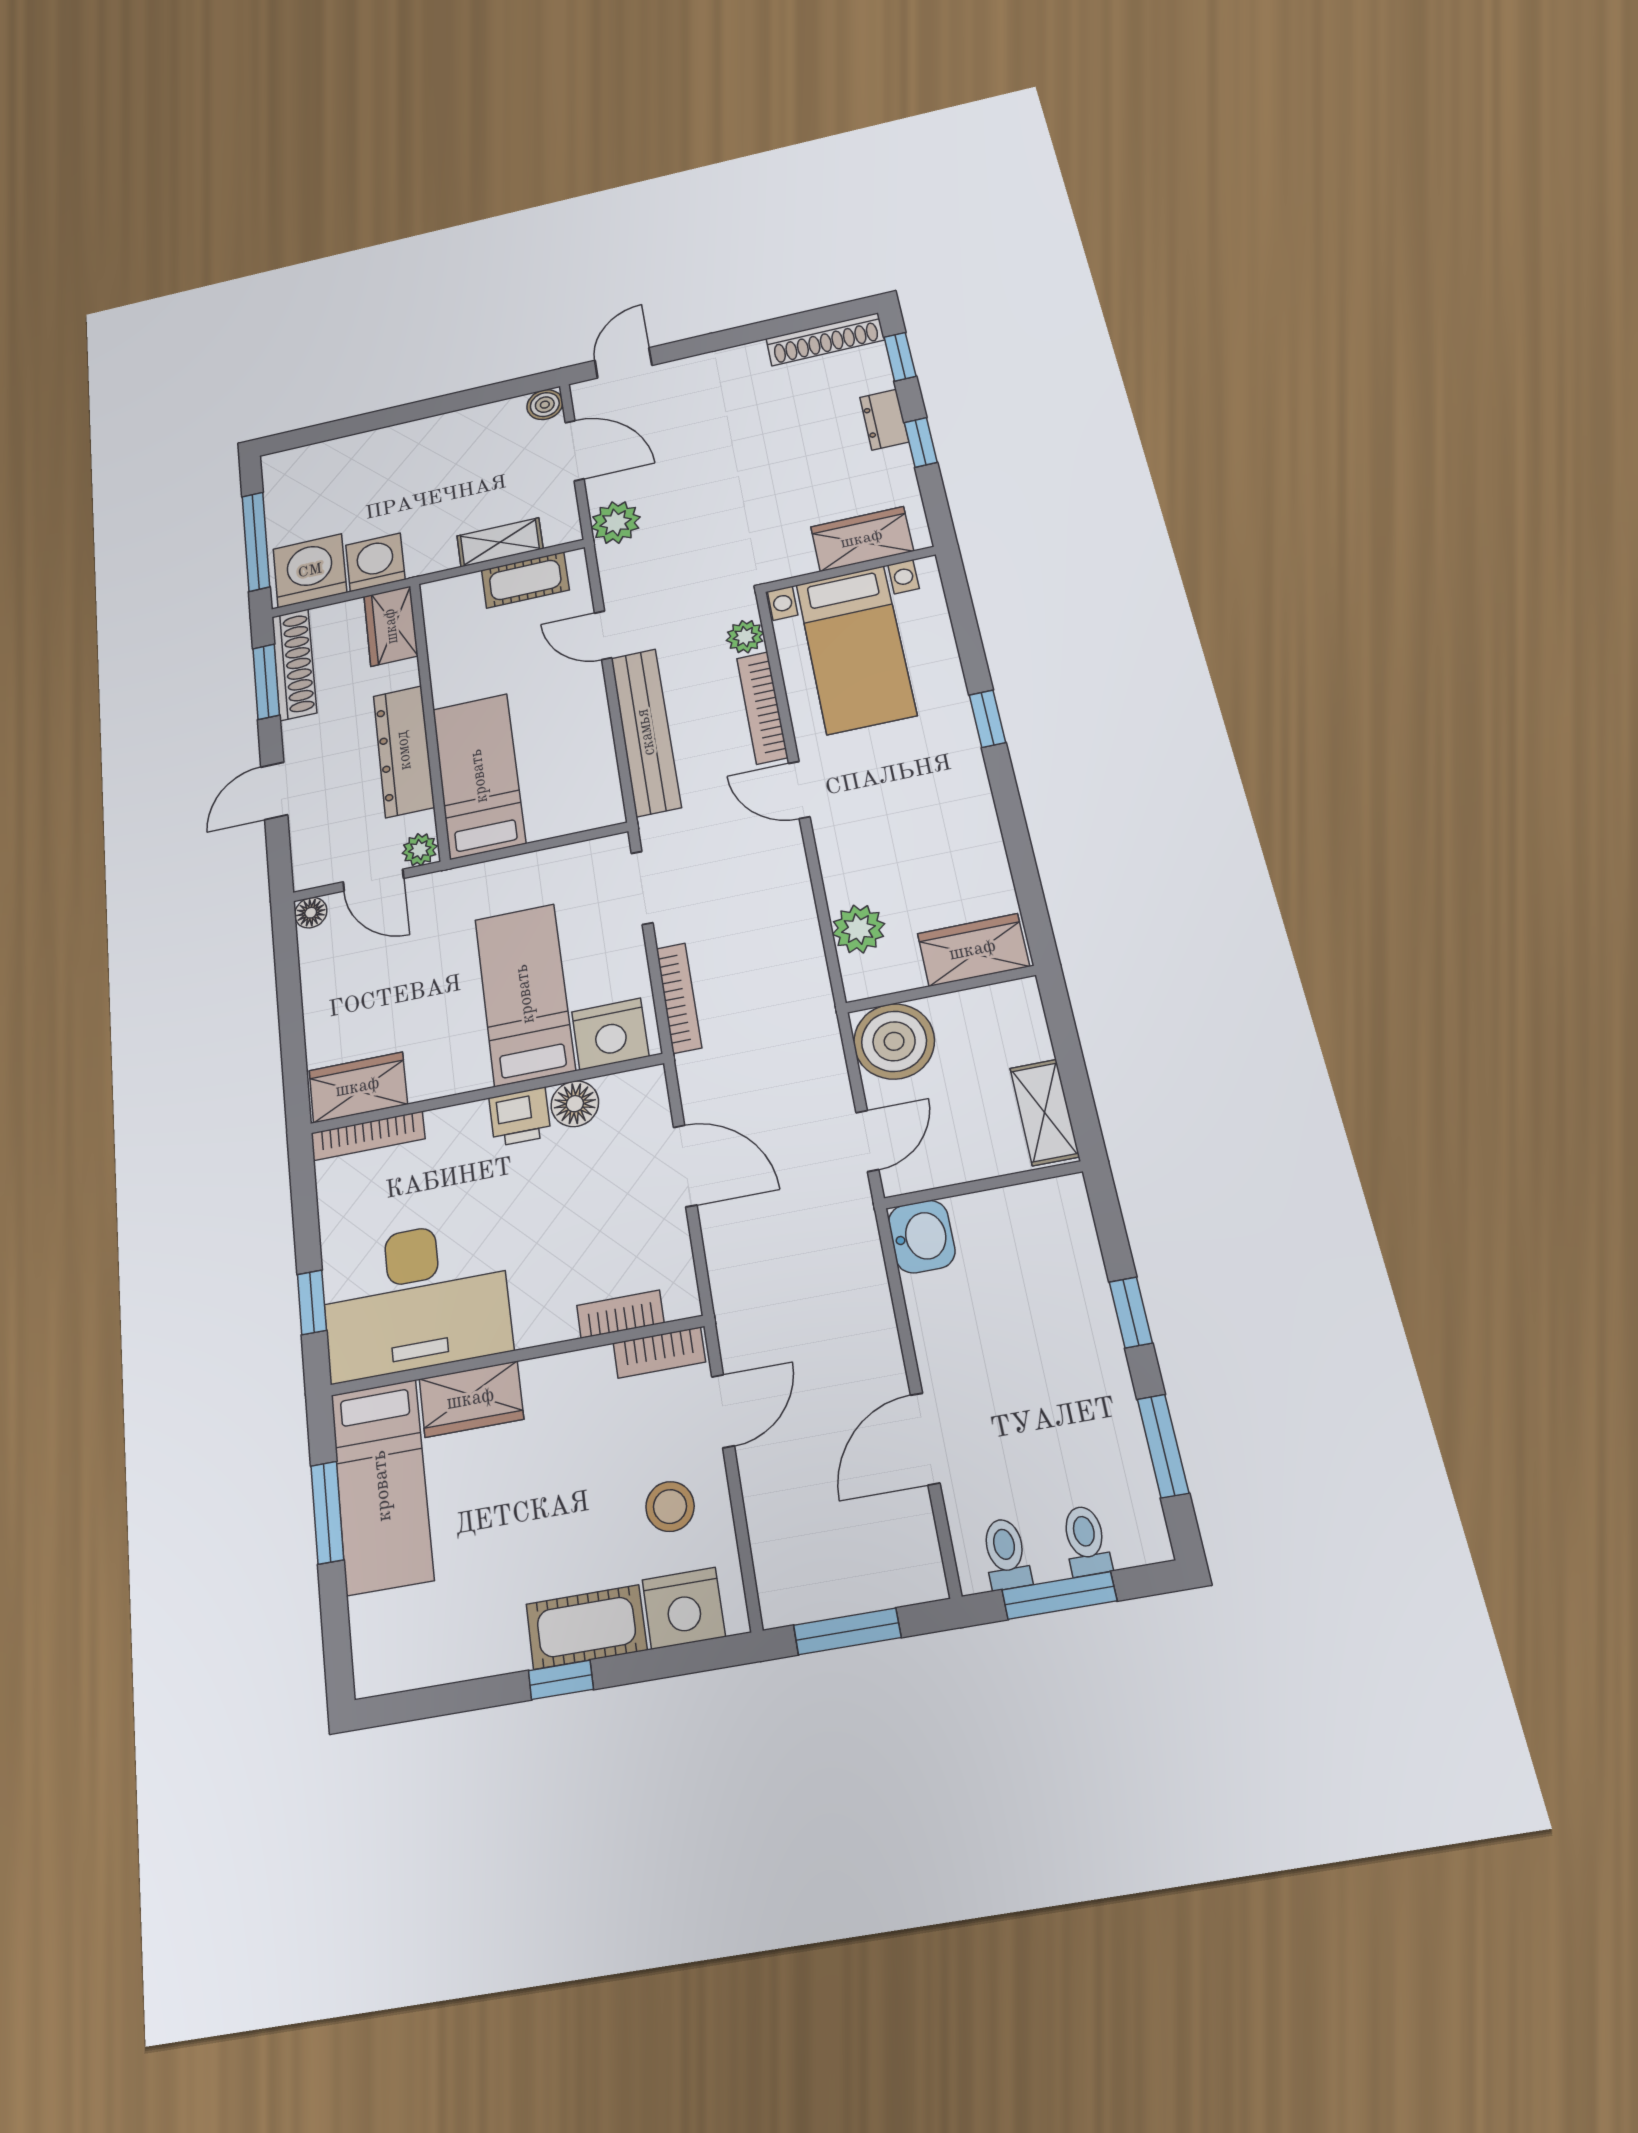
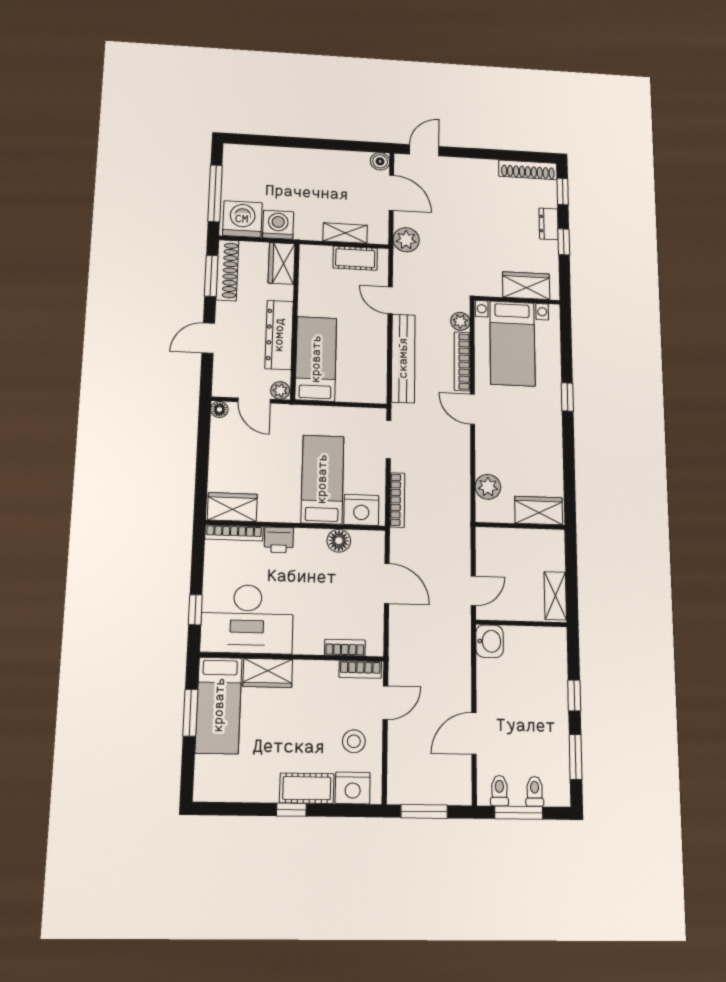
boiler: (894, 1041) -> (494, 546), removed
printer: (520, 1117) -> (279, 540), moved

